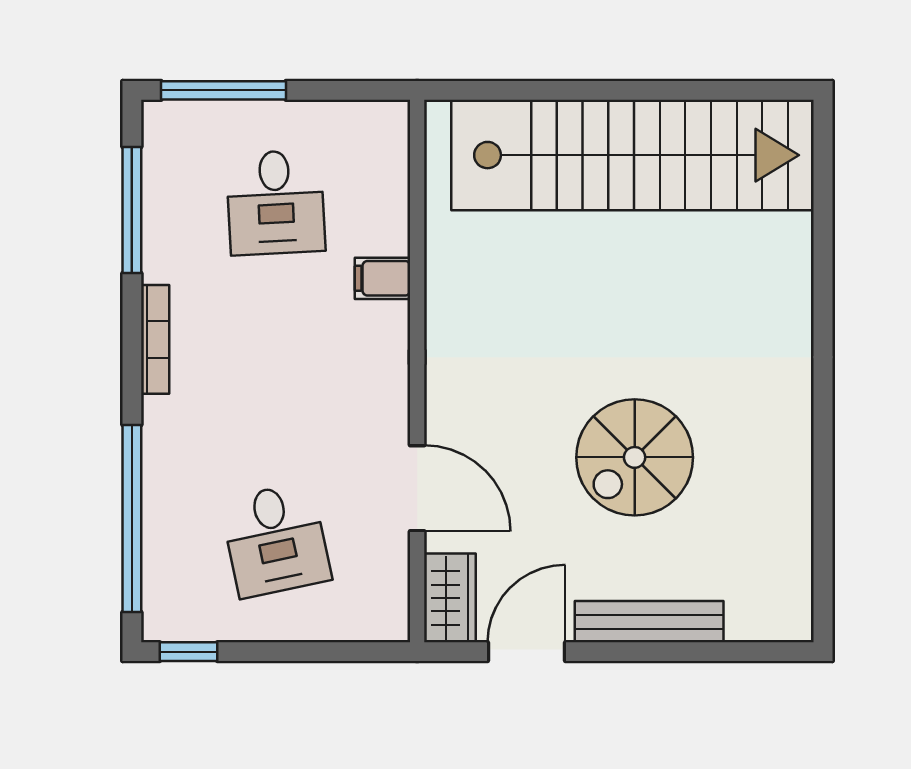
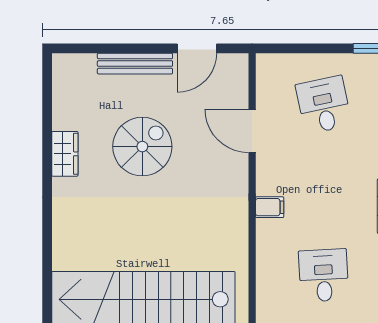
filing cabinet: (382, 278) -> (270, 207), moved
wardrobe: (450, 598) -> (65, 154), moved, turned 180

